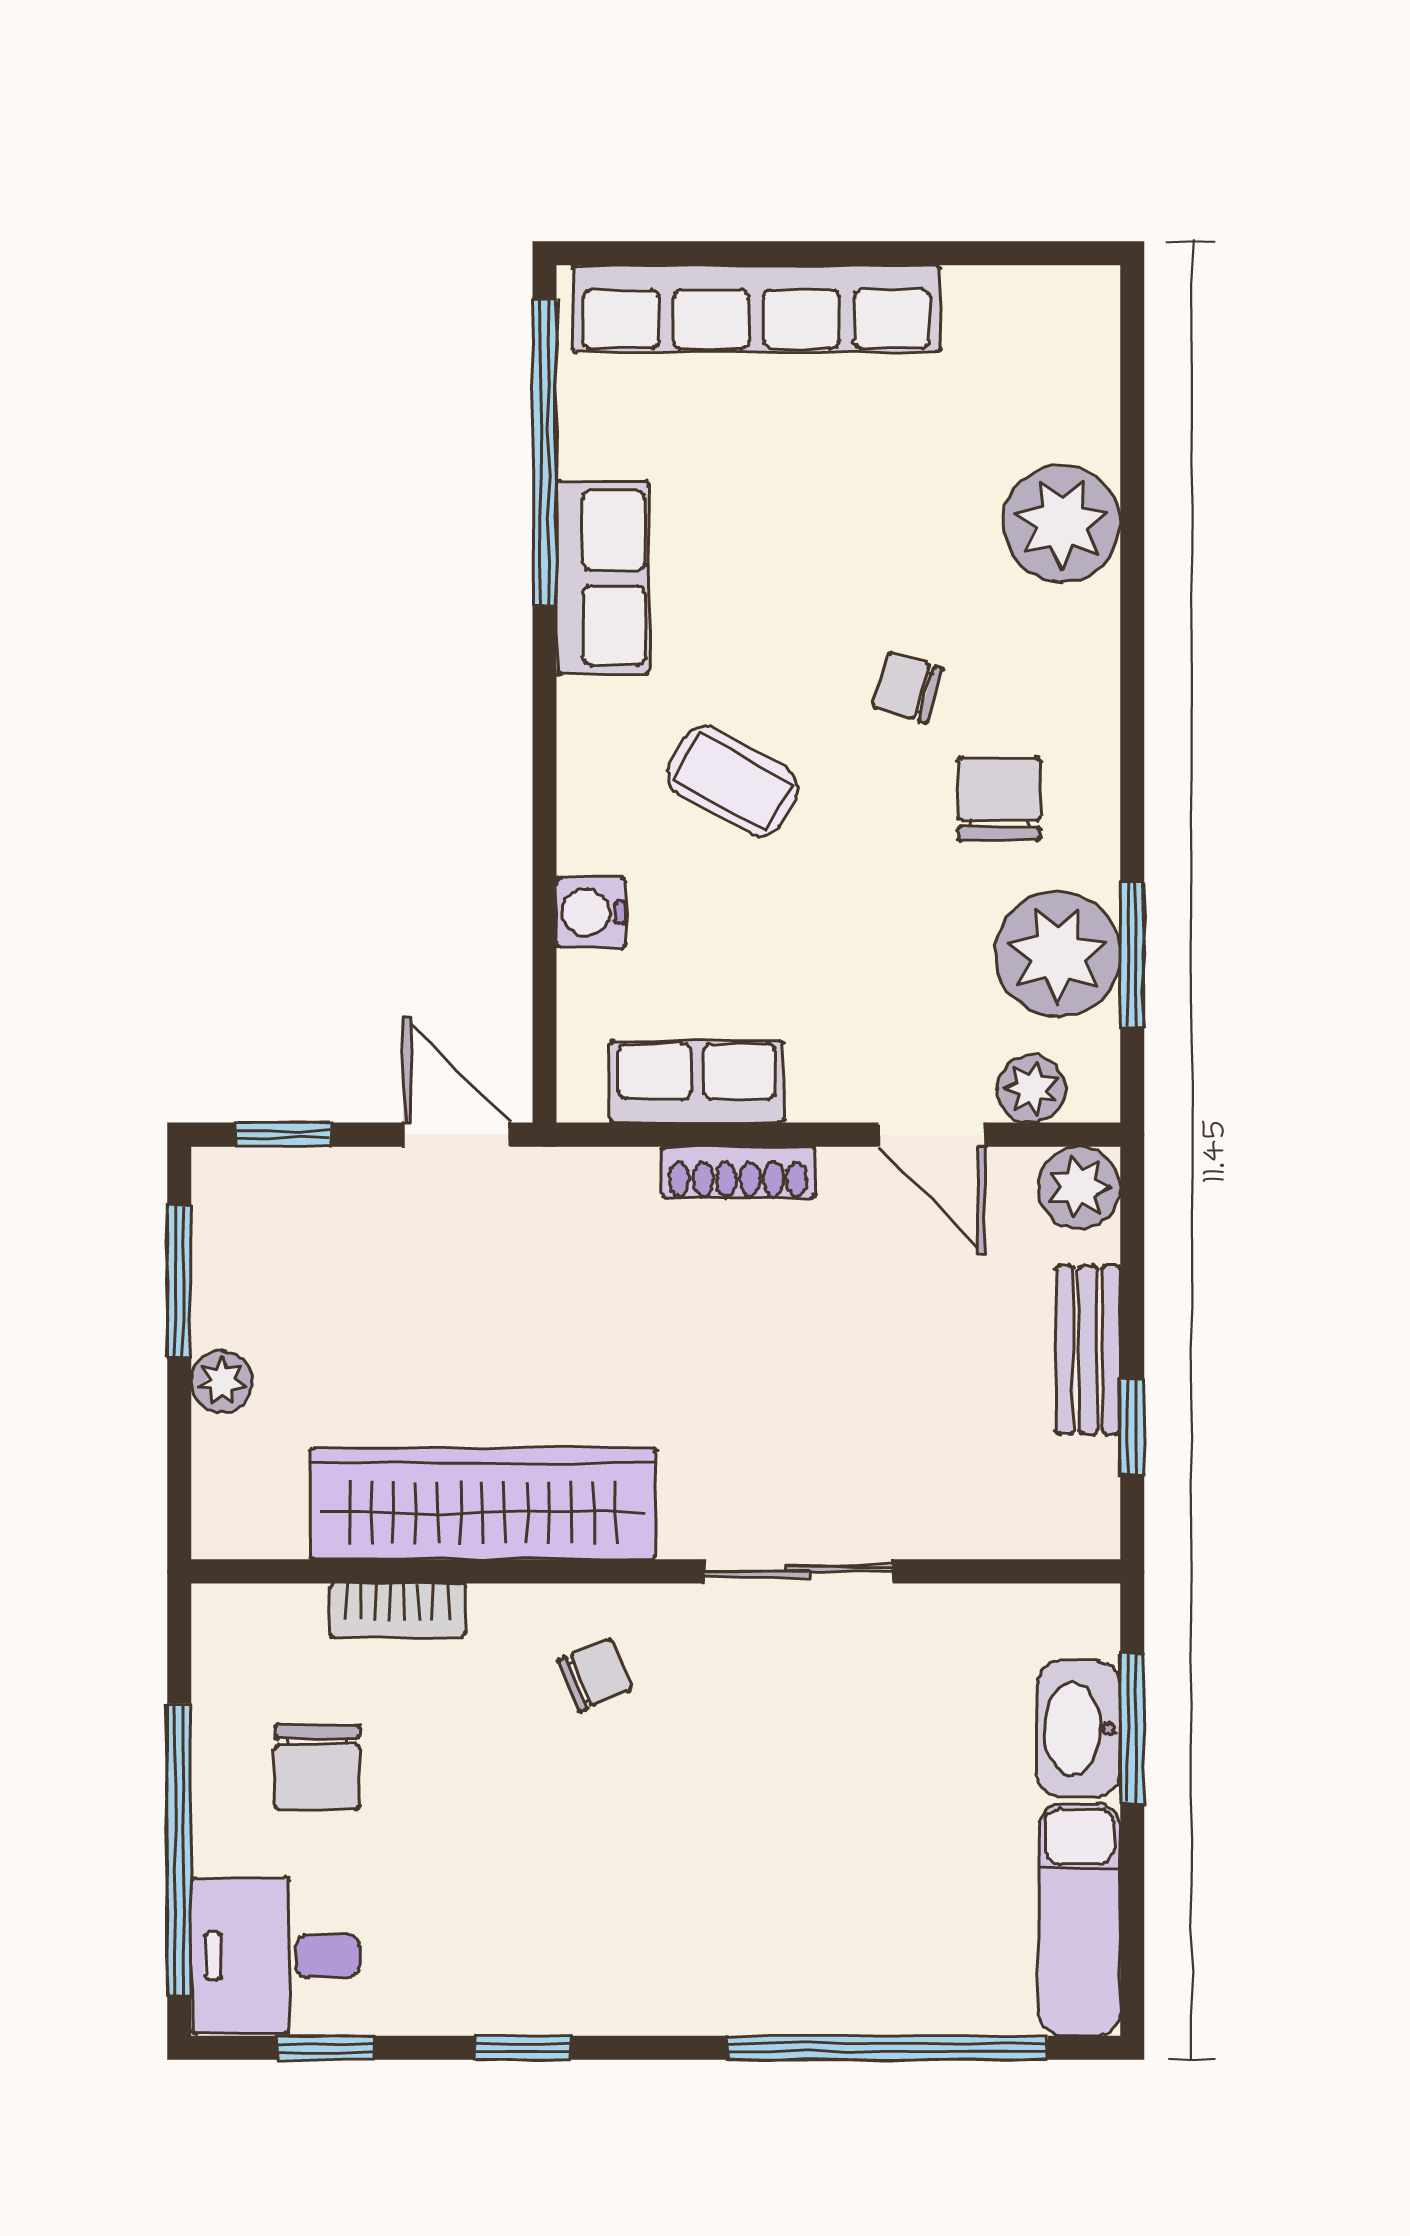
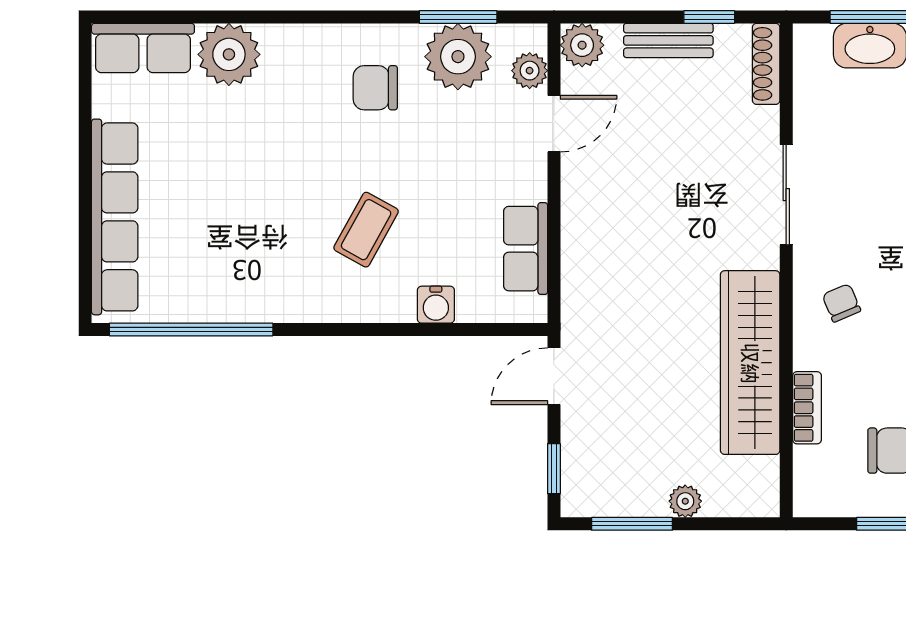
row of seats: (603, 578) -> (143, 48), moved, turned 180
chair: (908, 688) -> (316, 136), removed
shoe rack: (738, 1172) -> (766, 64), moved, turned 180

